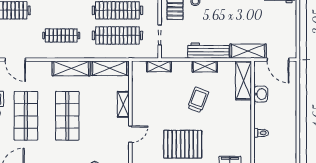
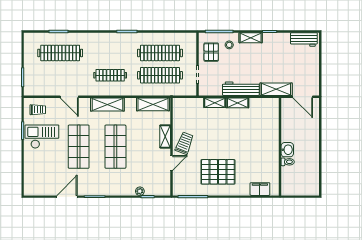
shelving: (159, 66) -> (215, 103), moved
shelving: (71, 68) -> (107, 104), moved
shelving: (244, 80) -> (272, 115), removed
washbasin: (261, 94) -> (287, 150), moved
trolley: (198, 100) -> (184, 143), moved

